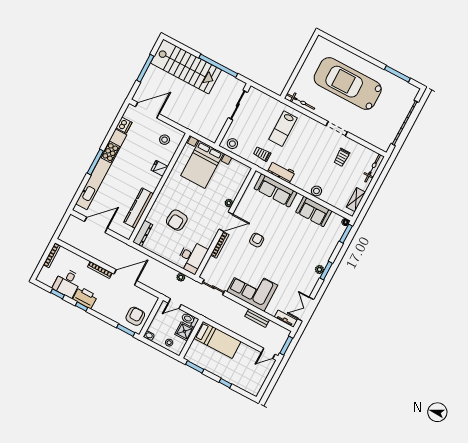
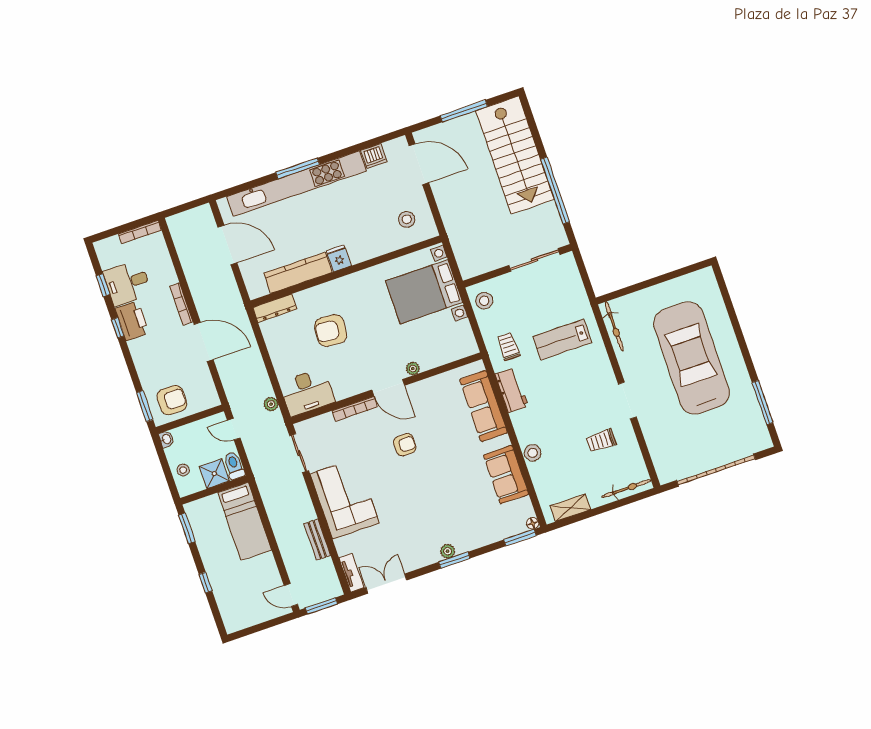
fridge: (159, 168) -> (339, 258), moved

